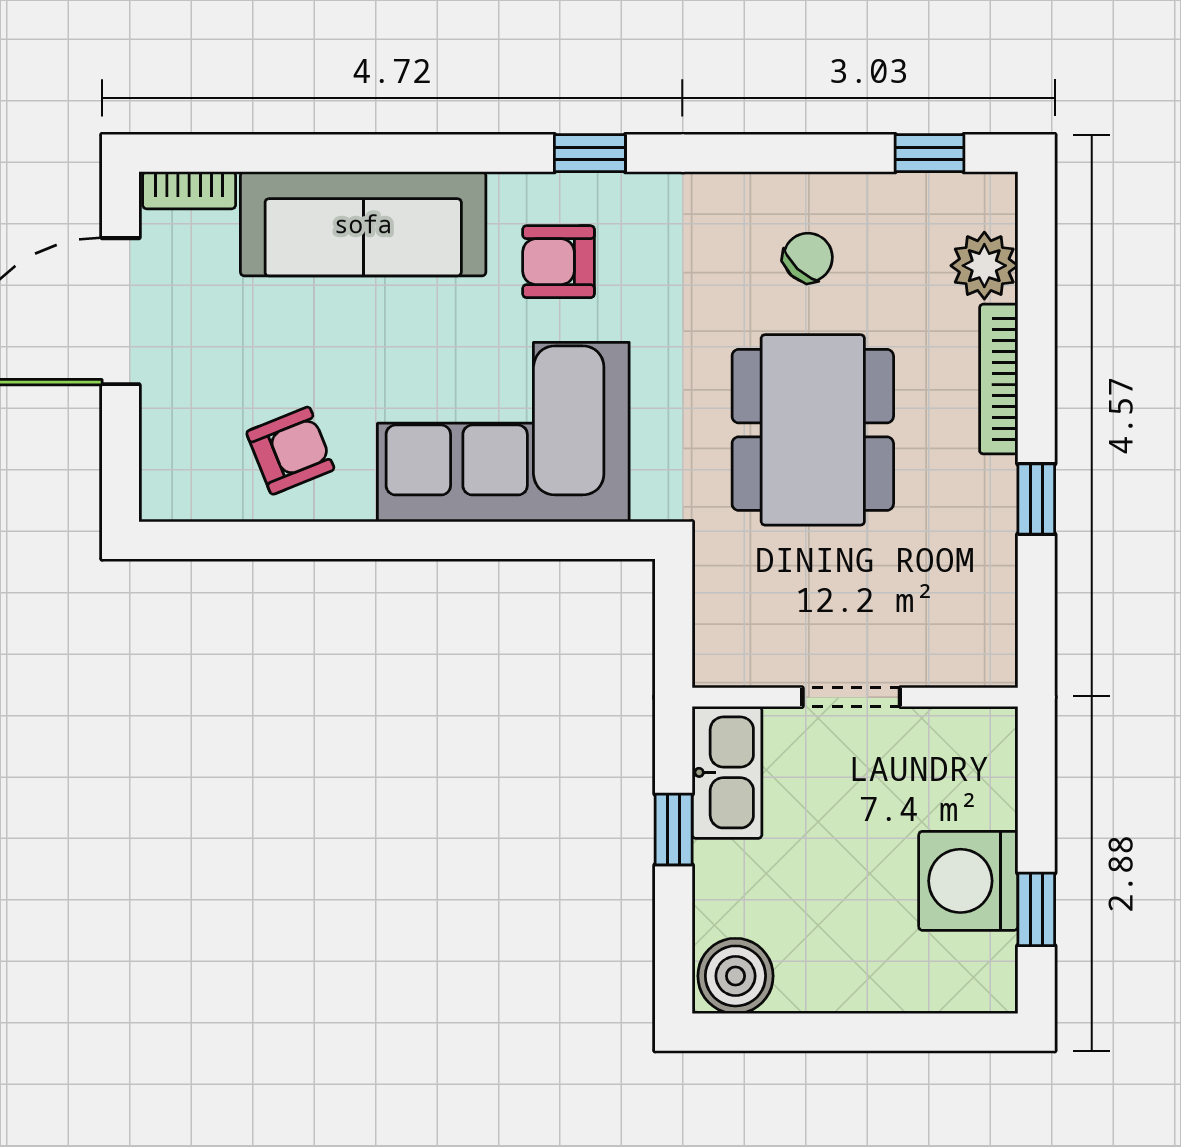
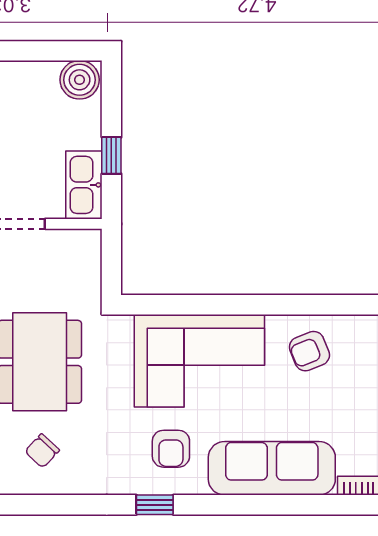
armchair: (559, 262) -> (171, 449), turned 90

